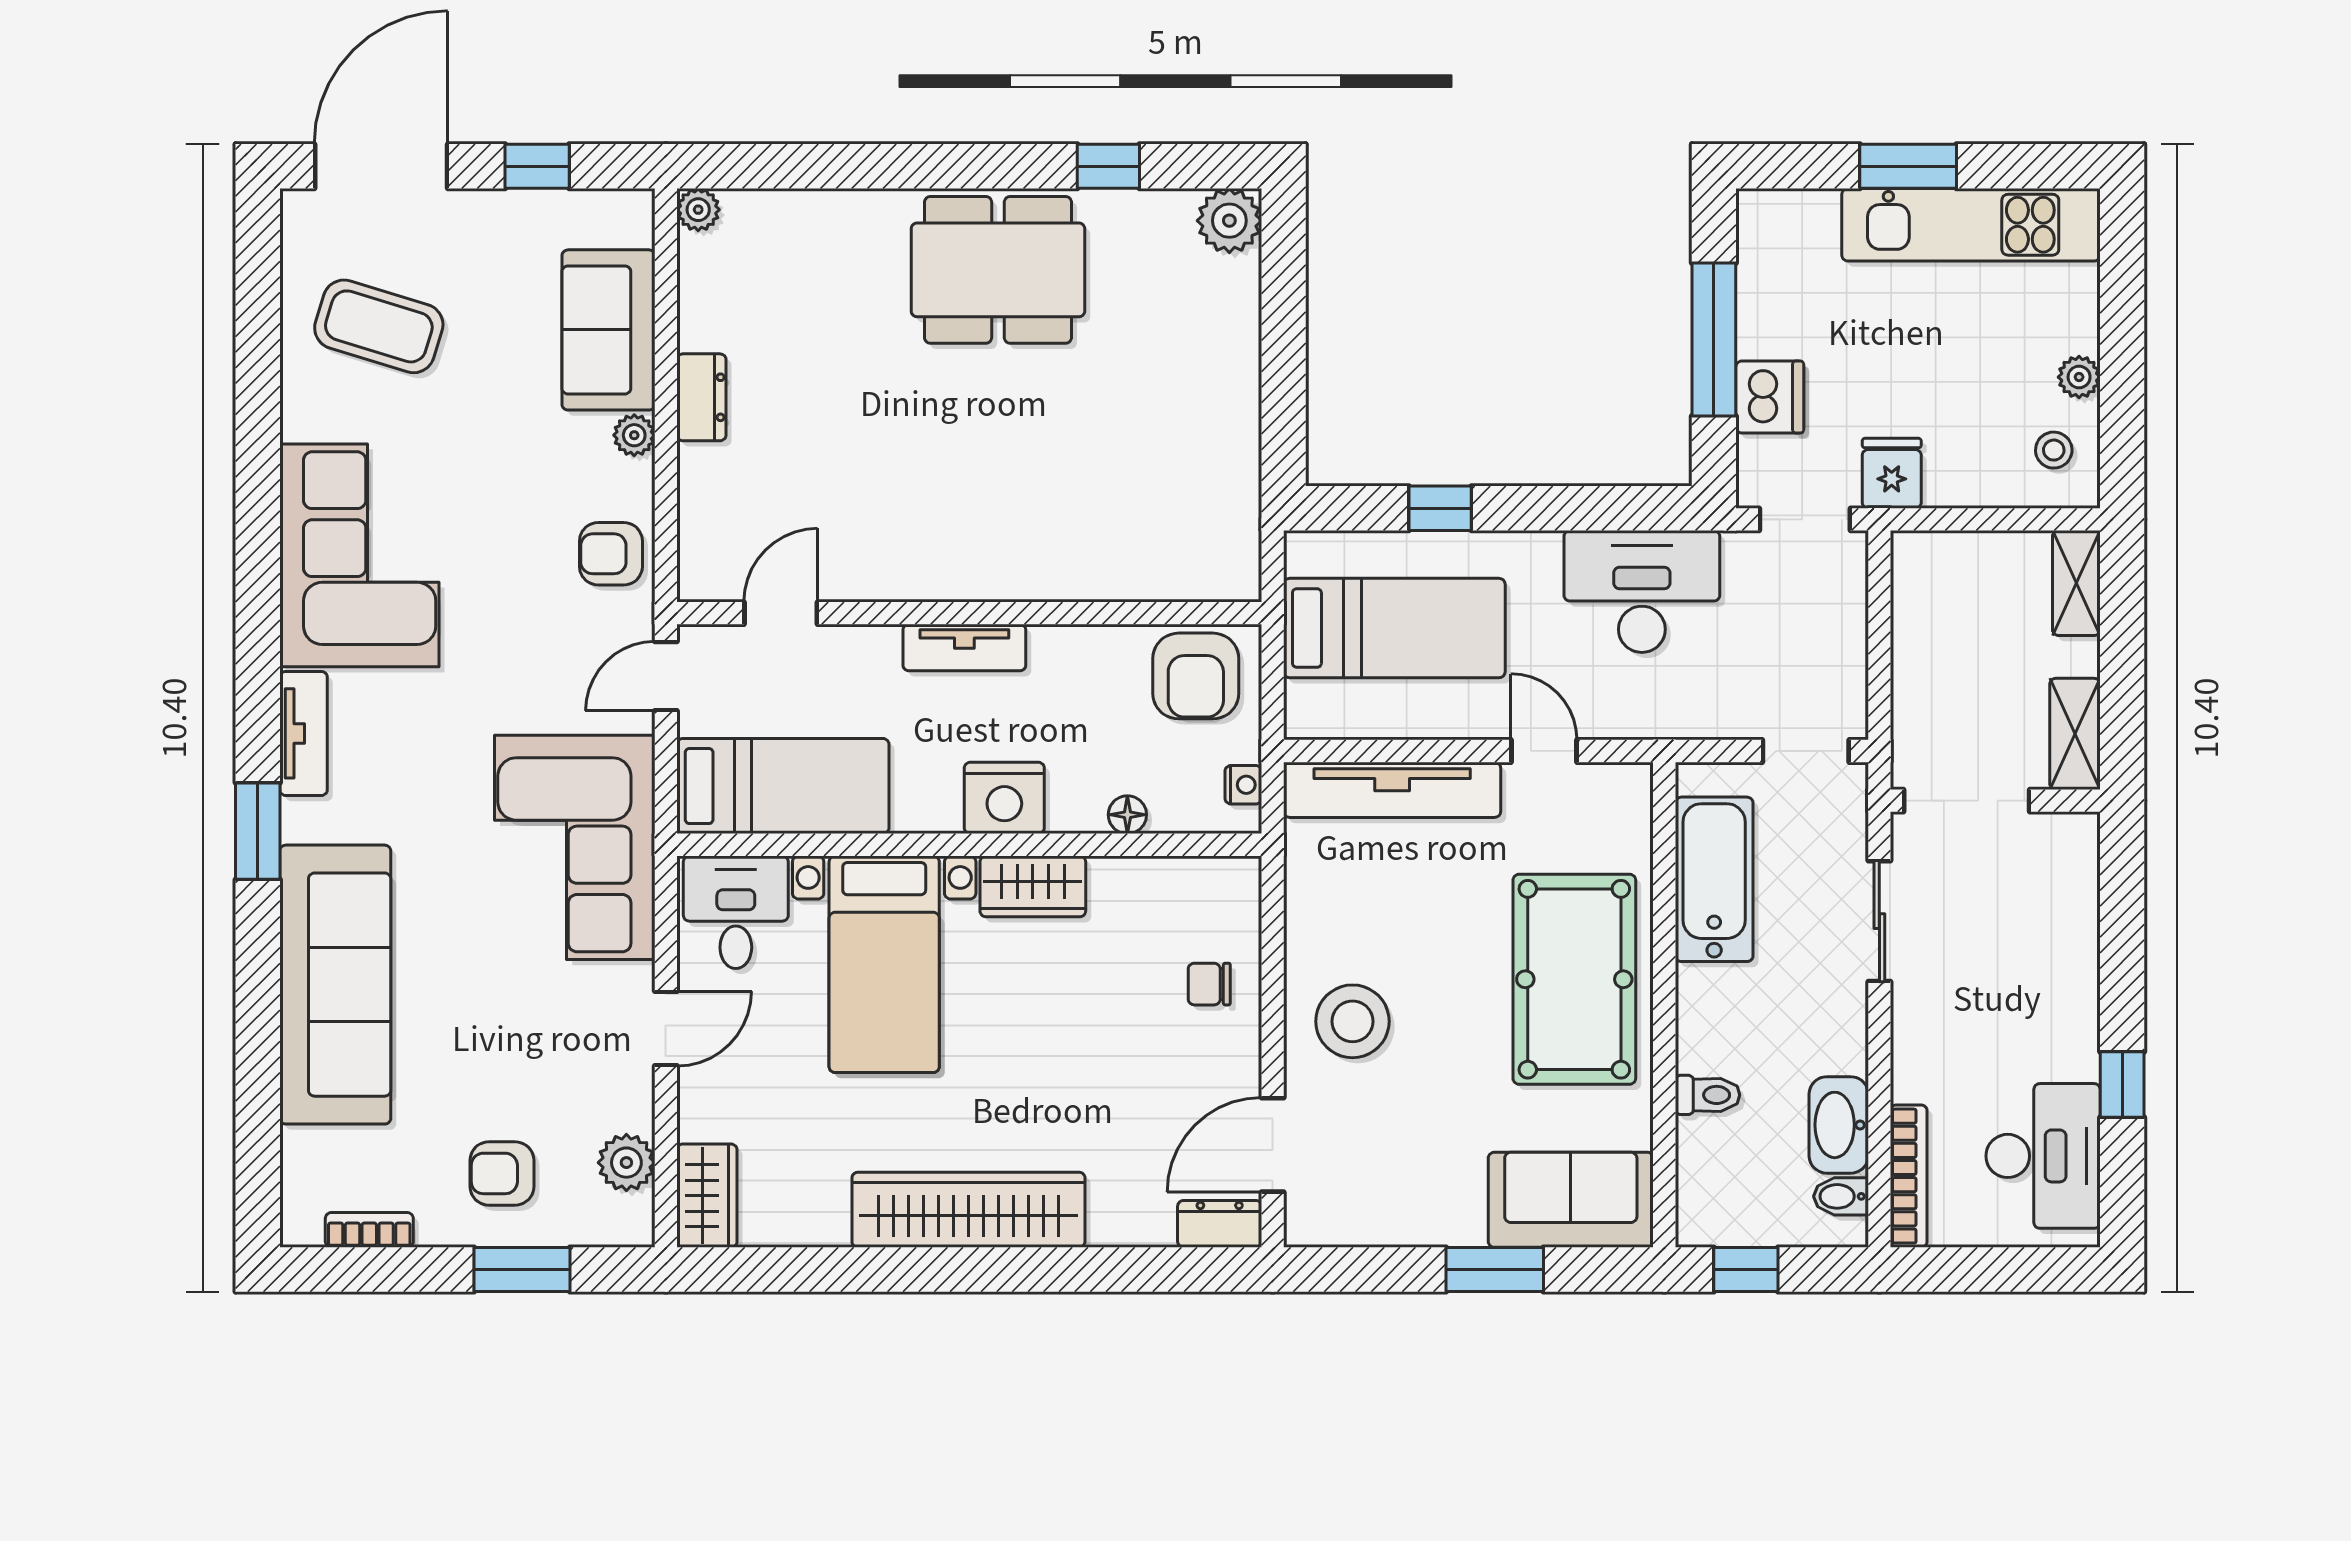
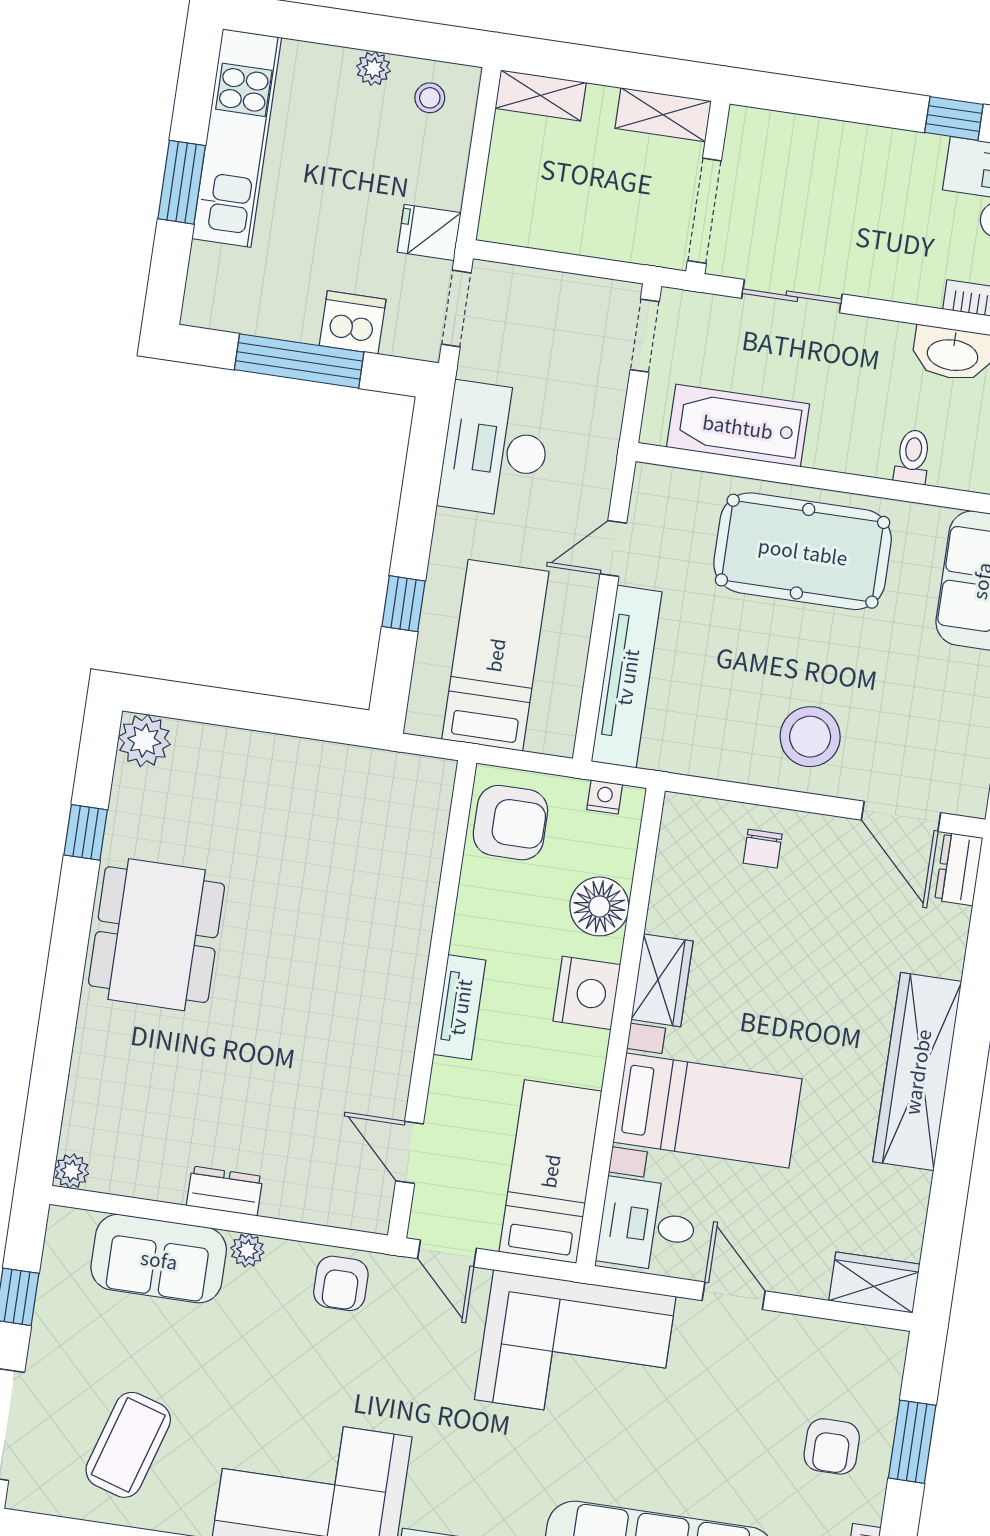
floor lamp: (1127, 815) -> (599, 906), width x1.89, depth x1.89
plant: (626, 1163) -> (838, 1344), removed

